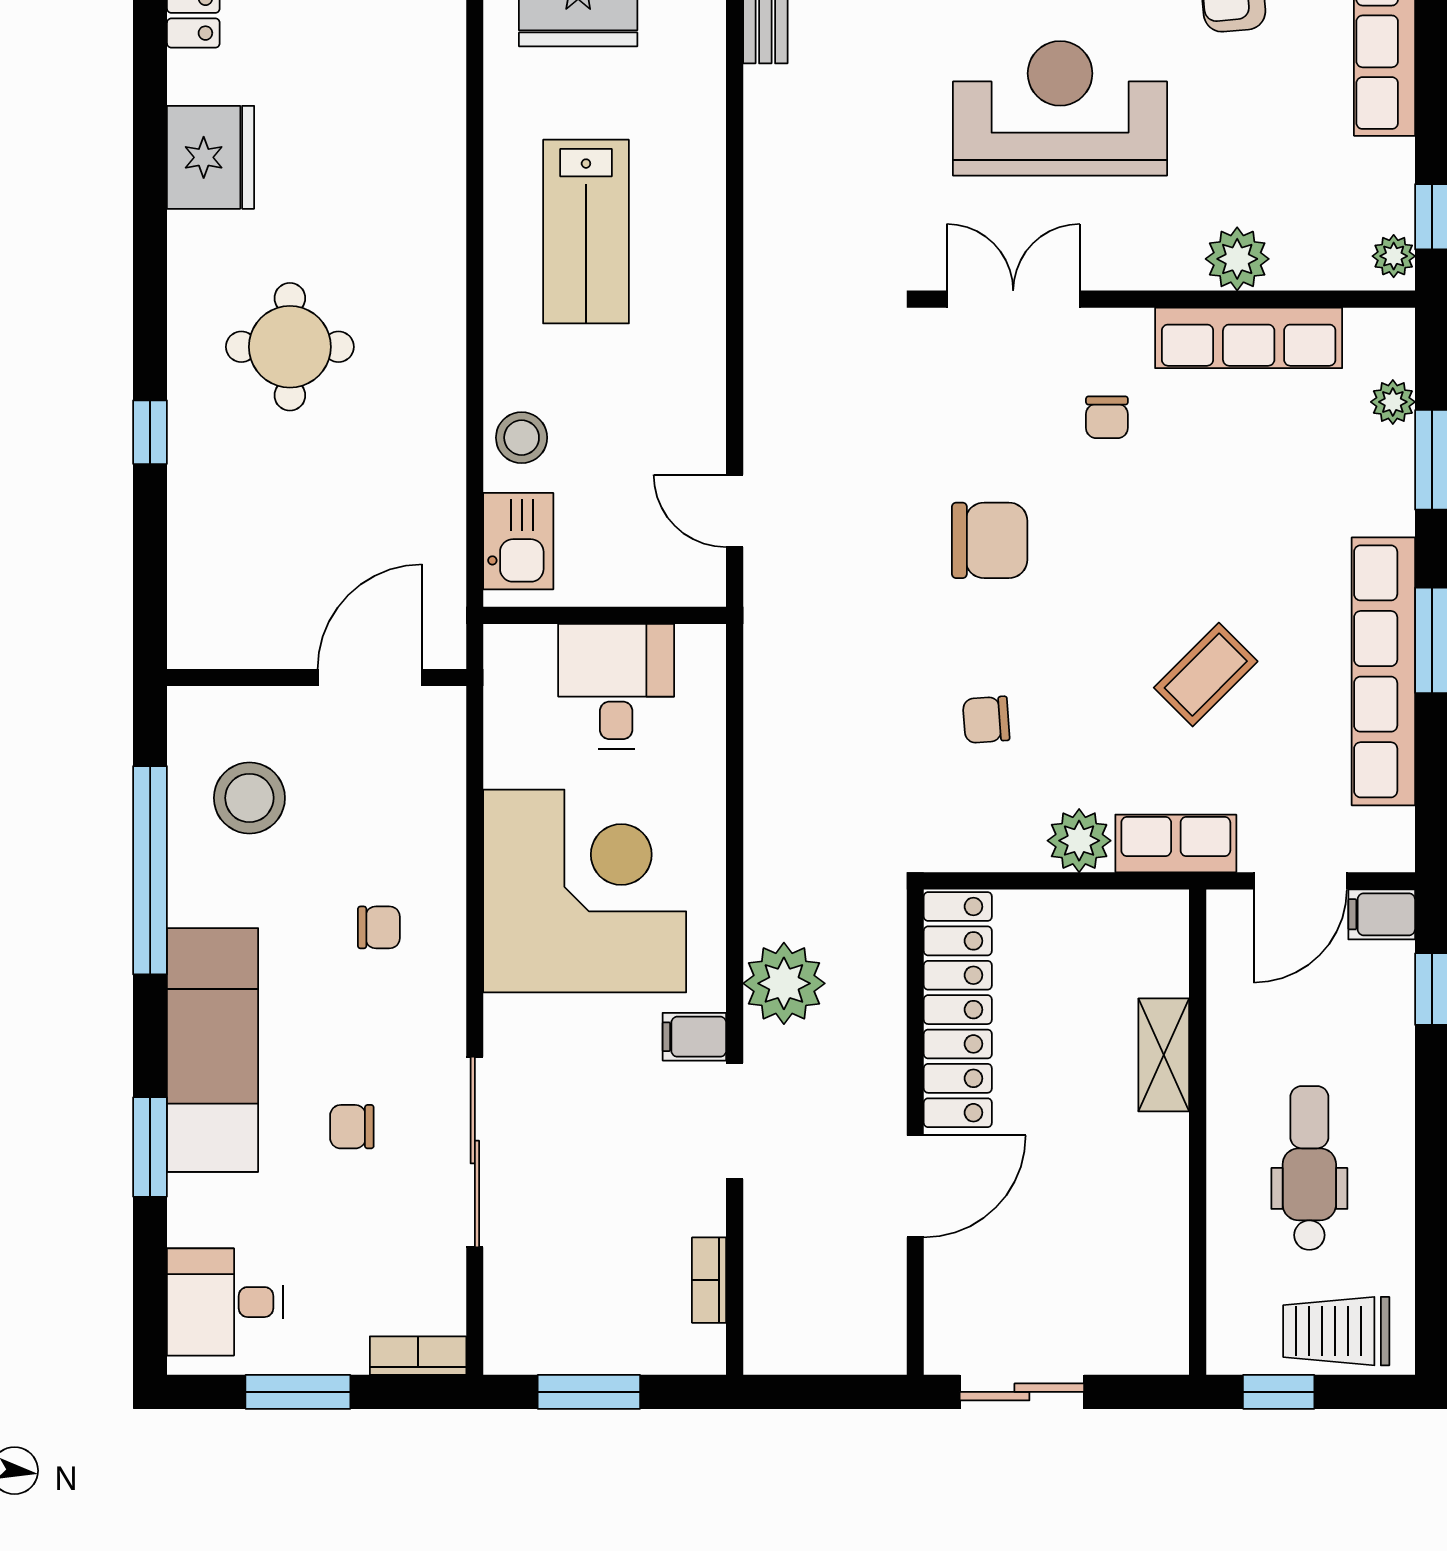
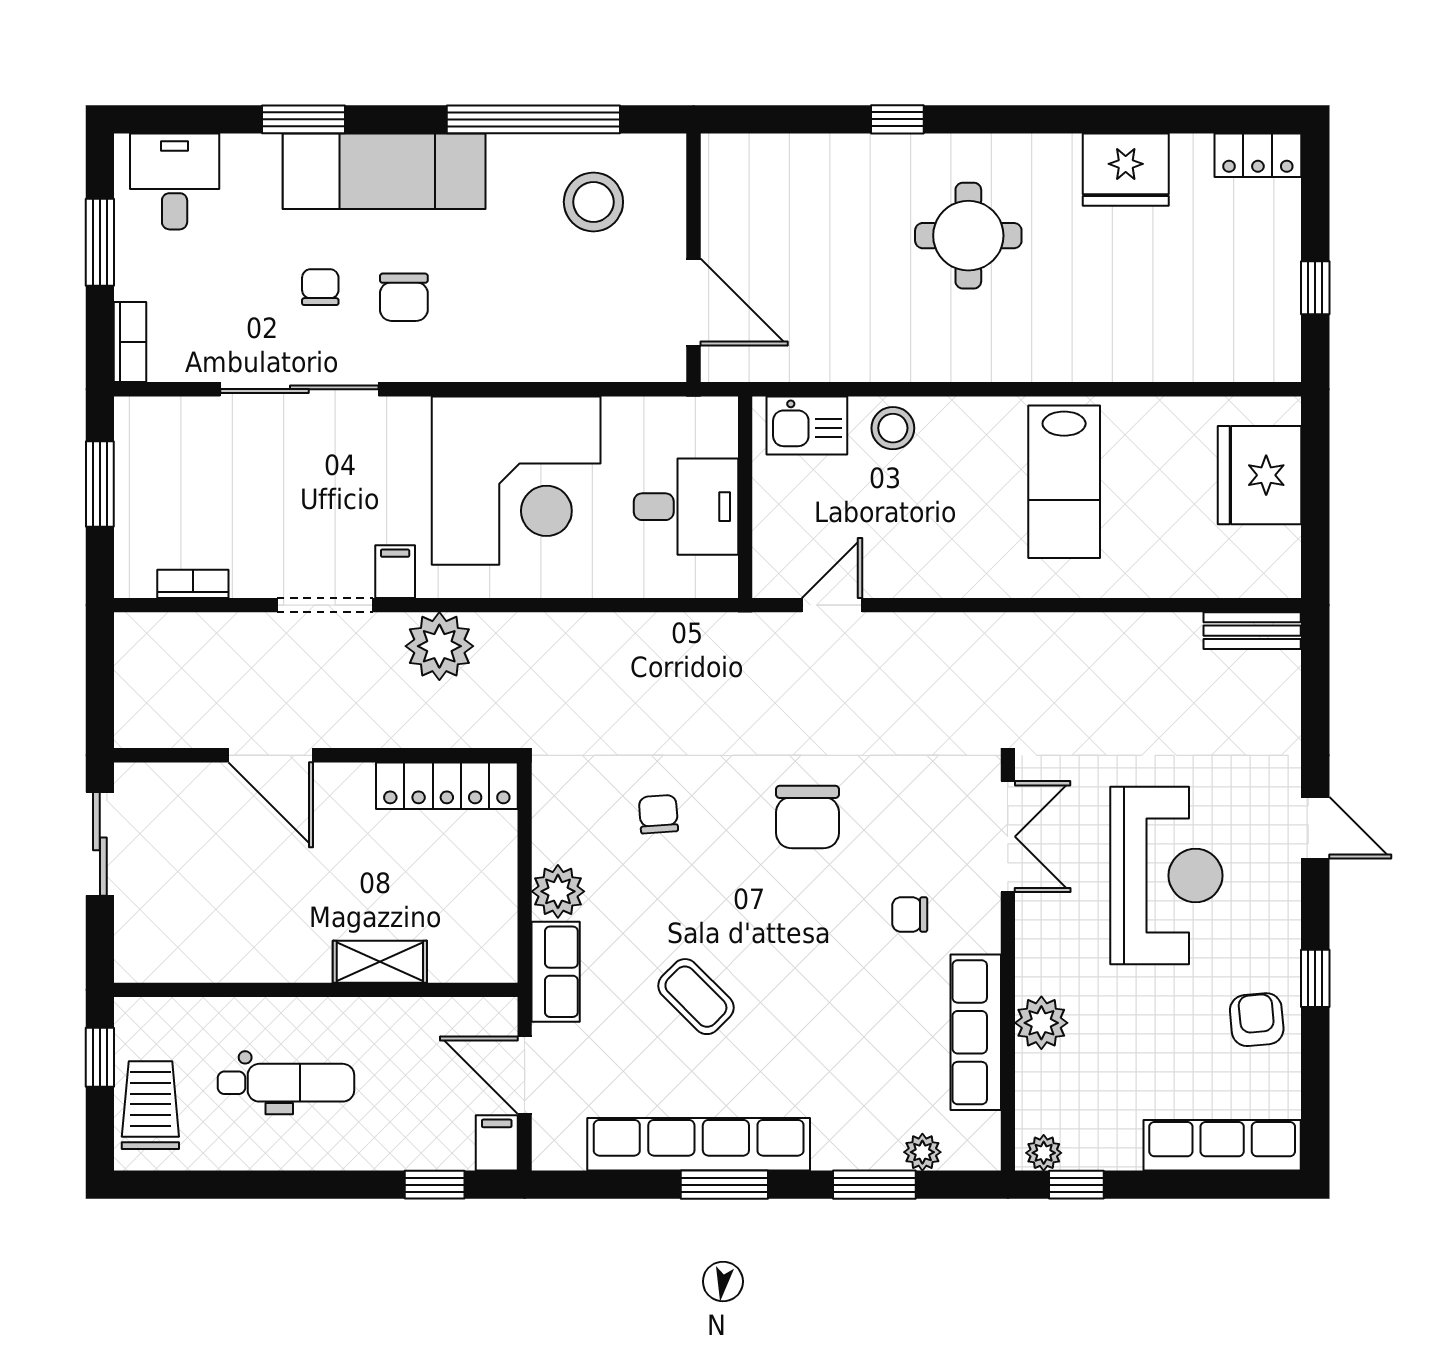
lab bench: (586, 232) -> (1064, 482), turned -90
chair: (379, 927) -> (404, 297), moved, width x1.37, depth x1.37
locker: (958, 1010) -> (447, 786), width x0.71, depth x0.83

